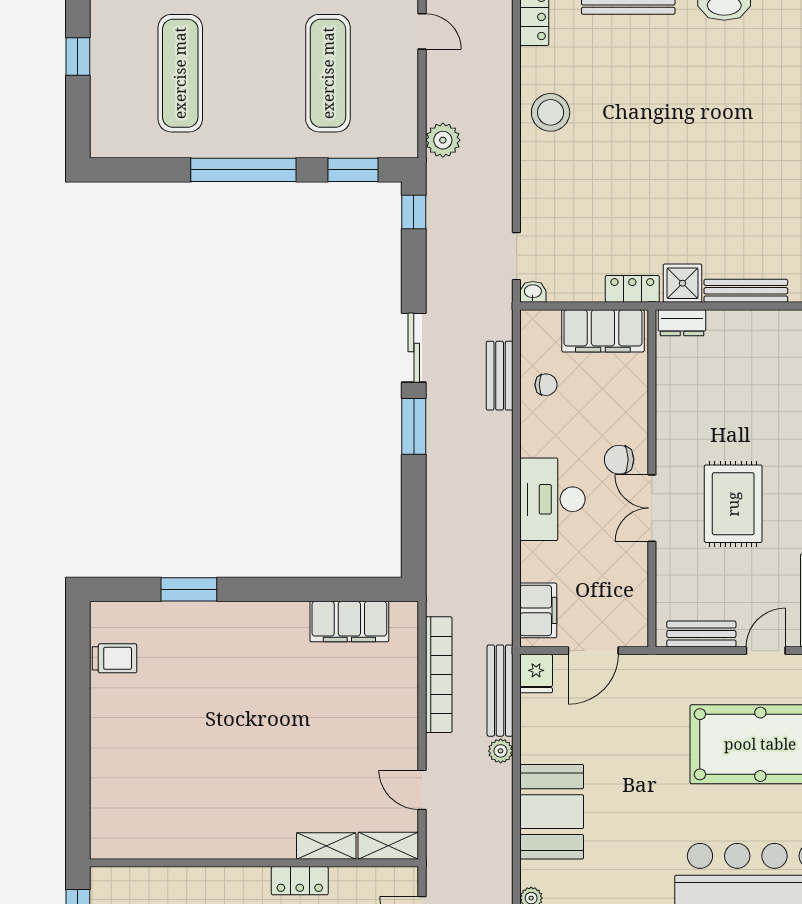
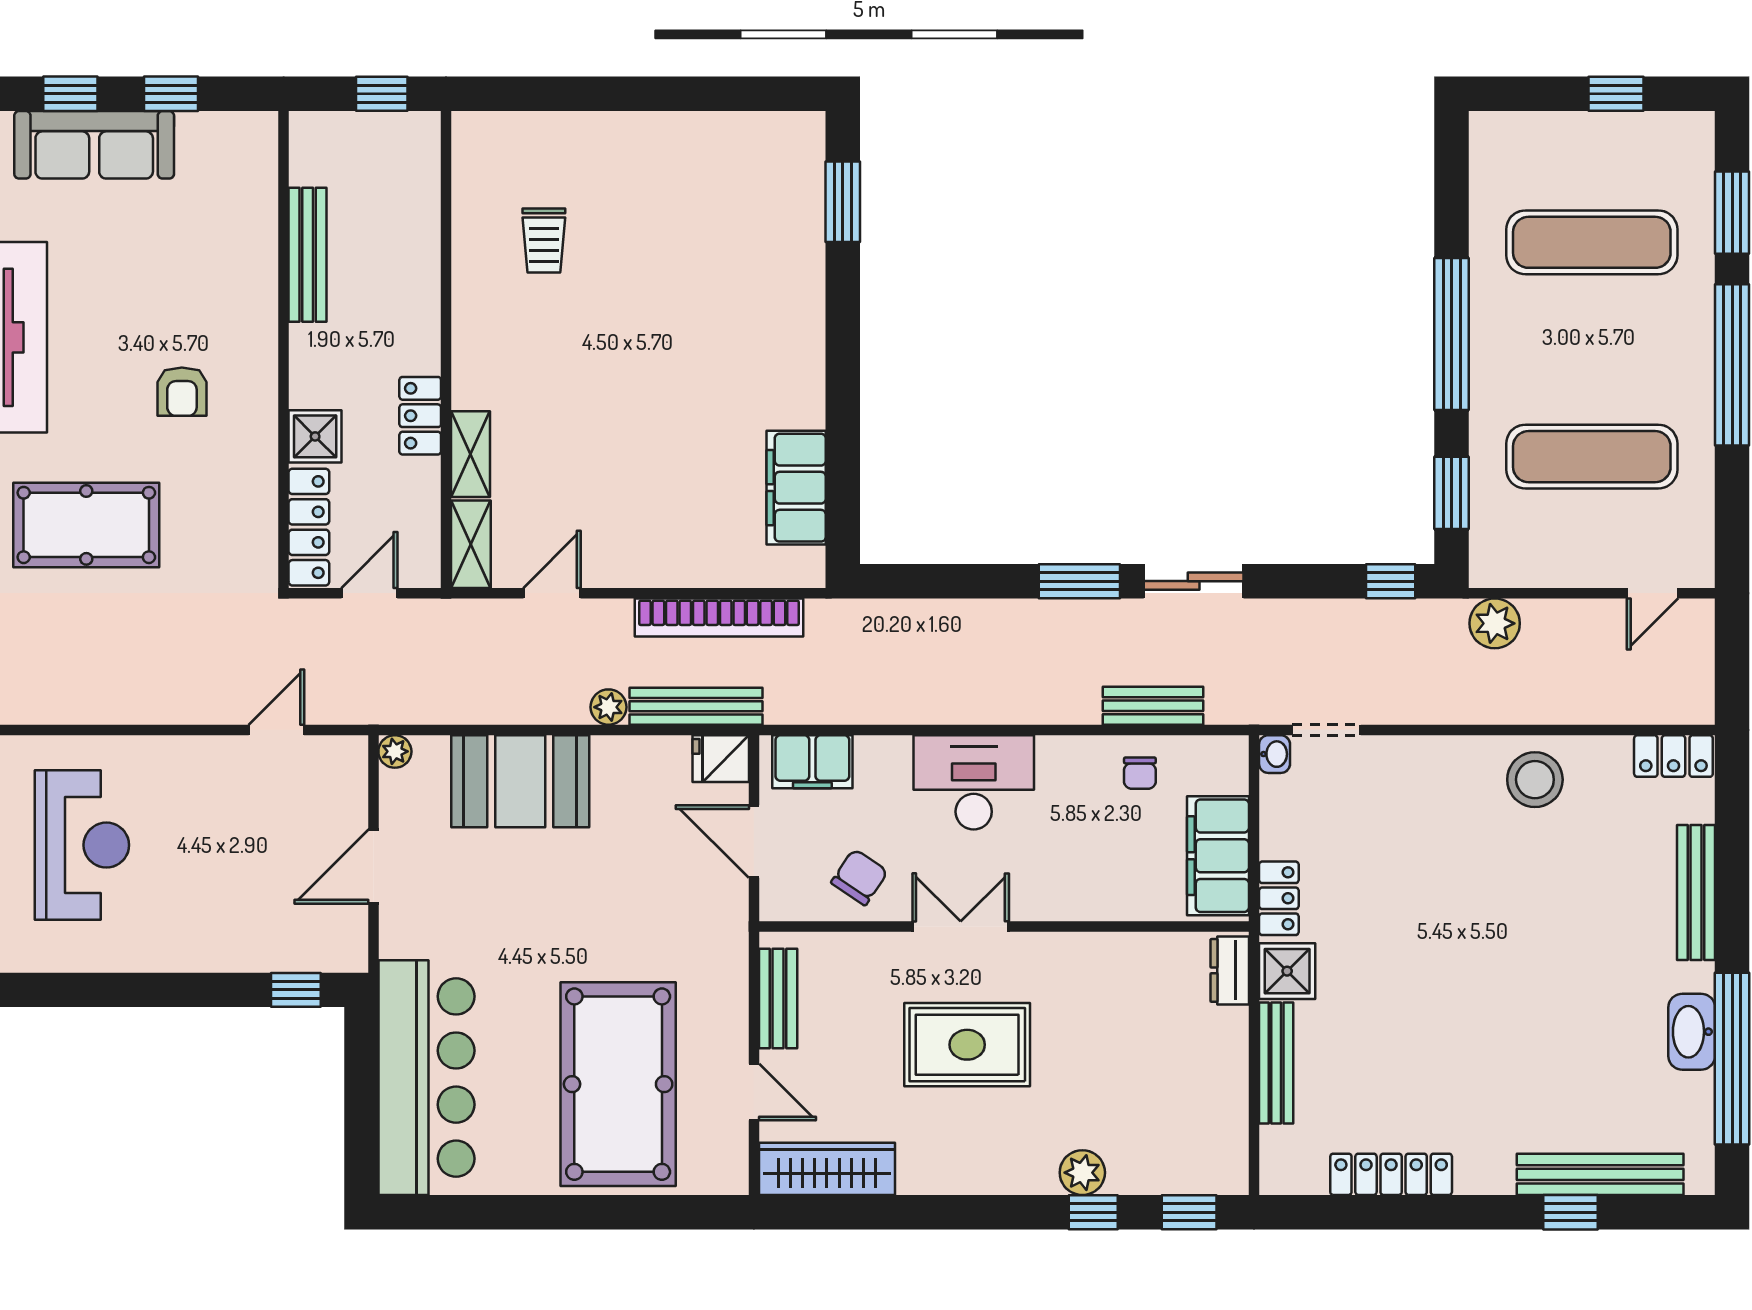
chair: (619, 460) -> (859, 877), moved, turned 34
window: (189, 589) -> (843, 202), moved
trolley: (114, 658) -> (544, 240), moved

